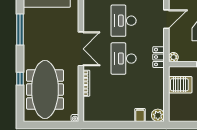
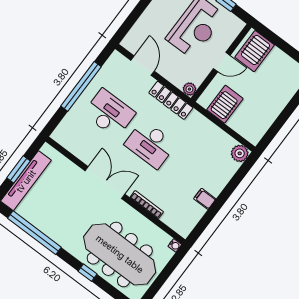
desk: (124, 21) -> (109, 113), turned 180
window: (20, 30) -> (34, 233), width x1.46
locker: (159, 57) -> (171, 100), width x1.53
filing cabinet: (140, 115) -> (205, 199), moved

